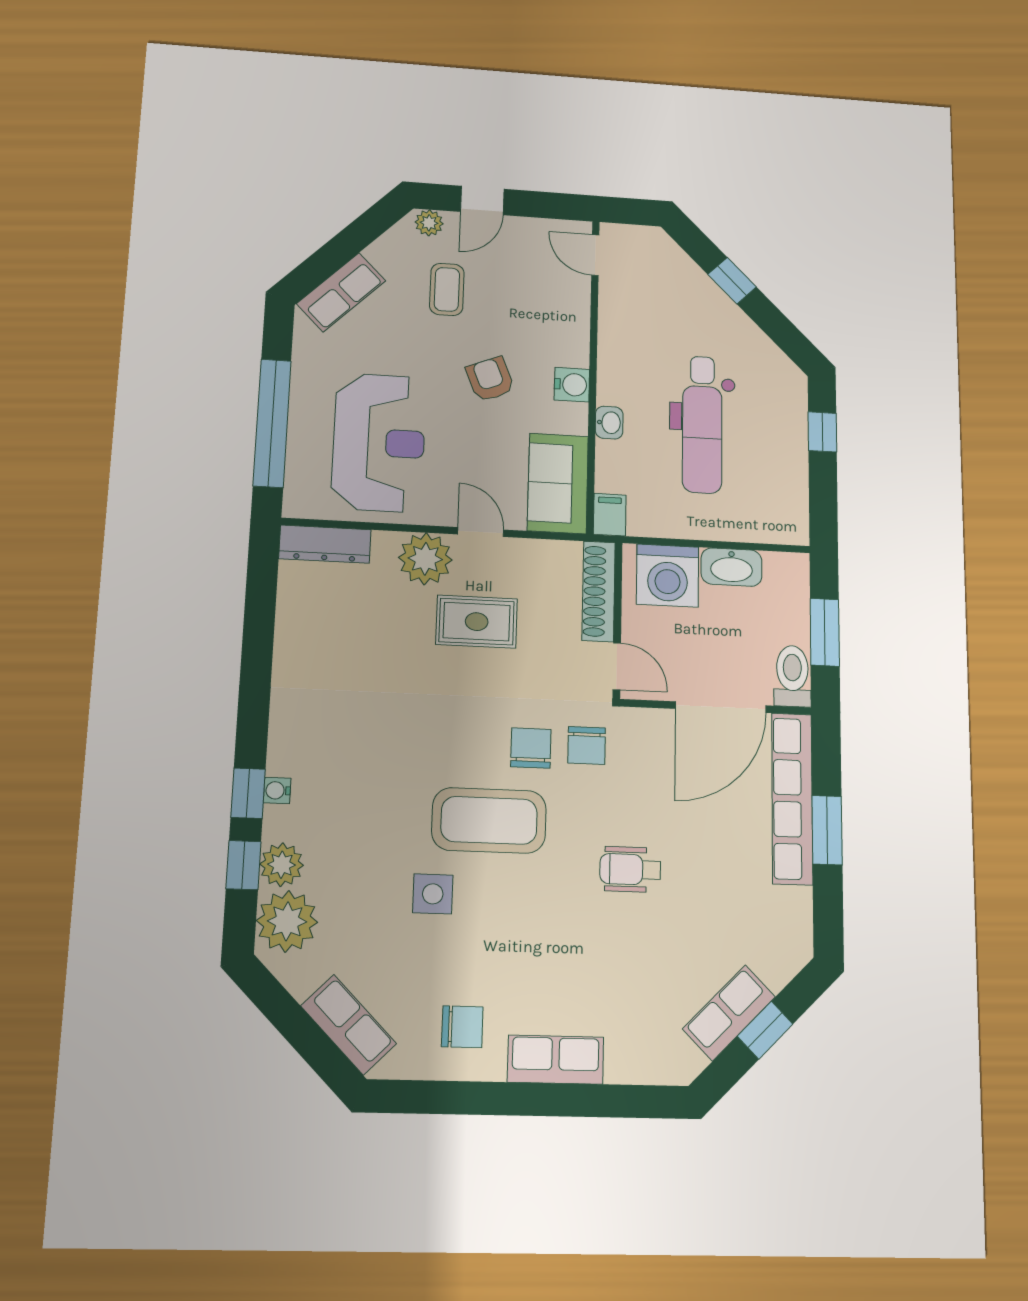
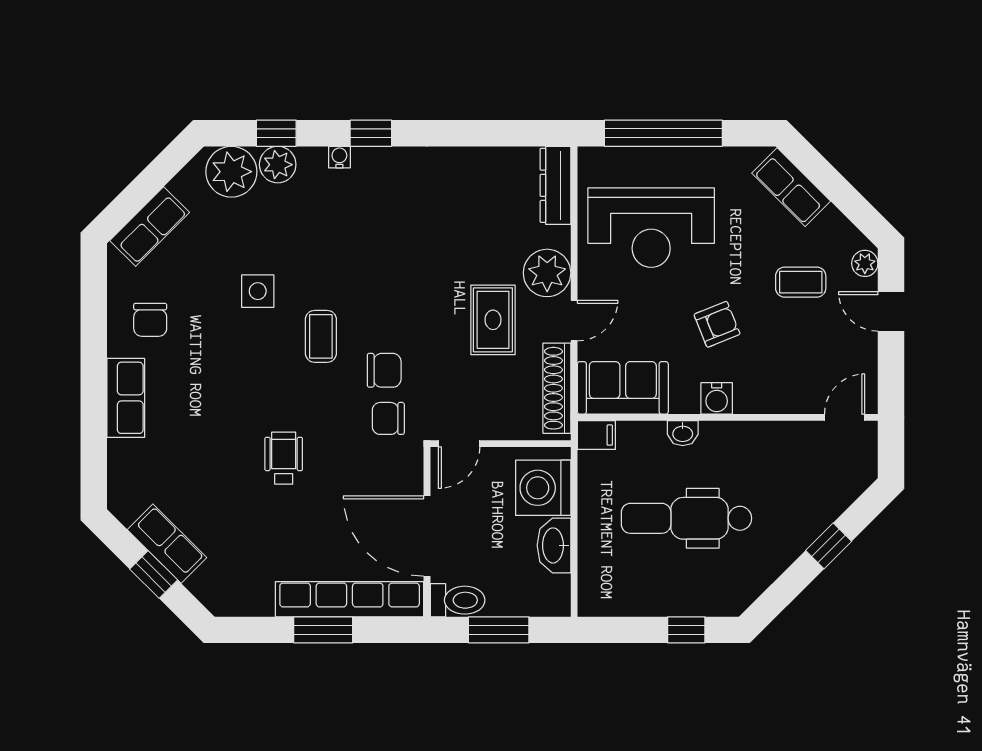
shoe rack: (599, 591) -> (557, 388), moved, turned -90
window: (248, 793) -> (371, 133), moved
coffee table: (489, 820) -> (321, 336), width x0.54, depth x0.58

